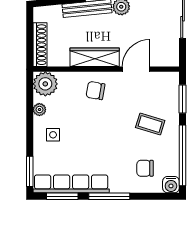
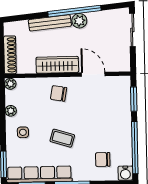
door: (136, 69) -> (93, 74), hinge flipped
plant: (45, 84) -> (10, 84), width x0.53, depth x0.53
coffee table: (150, 124) -> (62, 138), moved

